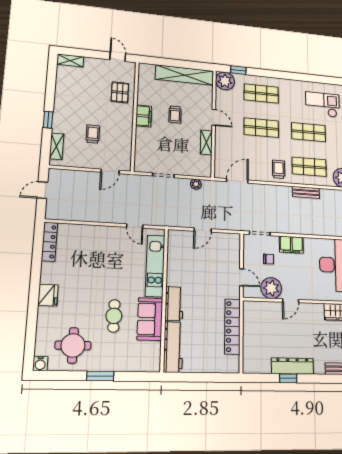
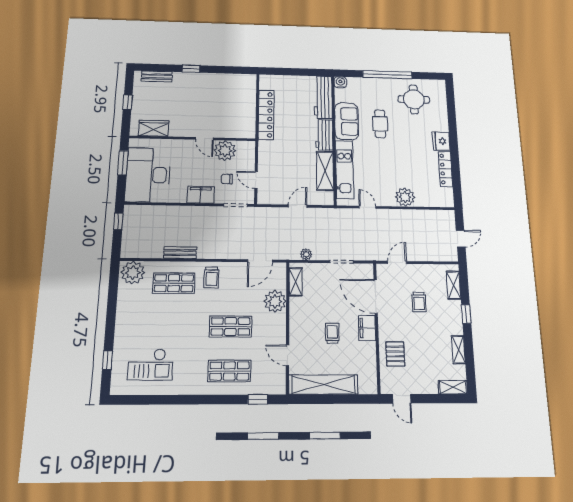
plant: (225, 81) -> (275, 301), moved
shelving: (60, 90) -> (458, 350), added
door: (214, 117) -> (287, 355), moved
shop shelf: (309, 132) -> (172, 326), removed
door: (133, 142) -> (376, 297), added
shelving: (206, 142) -> (296, 282), moved
plant: (95, 235) -> (405, 197), added
locker: (49, 242) -> (445, 169), moved
shelving: (175, 265) -> (325, 171), added
door: (241, 277) -> (256, 180), moved
door: (291, 301) -> (205, 139), swing flipped
water cooler: (40, 364) -> (340, 82), moved
dresser: (292, 366) -> (206, 80), removed
window: (100, 376) -> (387, 75), width x2.11
window: (288, 378) -> (191, 69), moved

